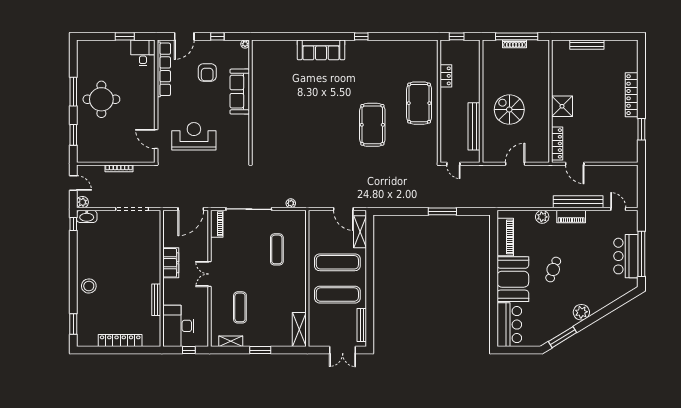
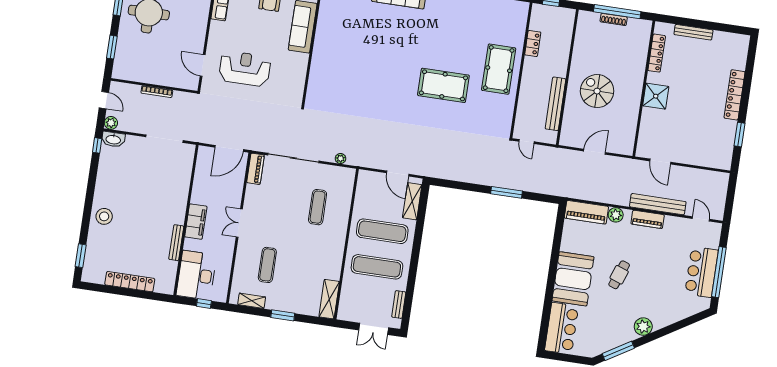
pool table: (372, 125) -> (443, 85), turned 90
locker: (557, 143) -> (657, 53), moved
piano: (505, 237) -> (586, 212), moved, turned 90
filing cabinet: (171, 263) -> (196, 222), moved
bench: (362, 325) -> (399, 304), width x0.73

